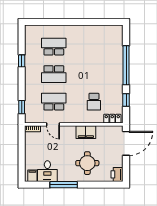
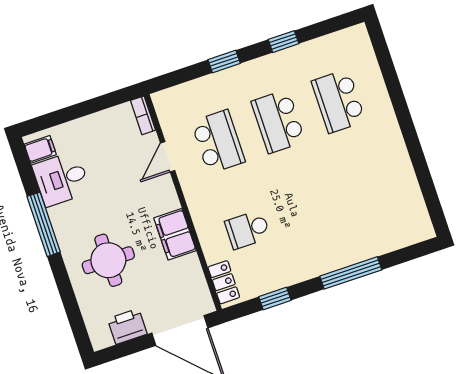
school desk: (54, 47) -> (339, 101), turned 180
window: (126, 65) -> (351, 273), width x0.68
window: (22, 107) -> (224, 61), moved
printer: (117, 174) -> (127, 326), moved

